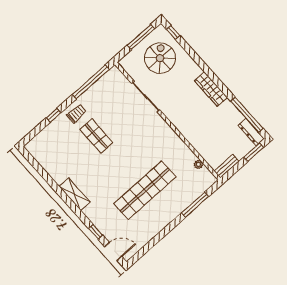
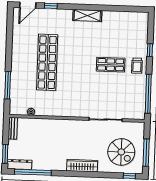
wardrobe: (211, 89) -> (82, 166), moved

